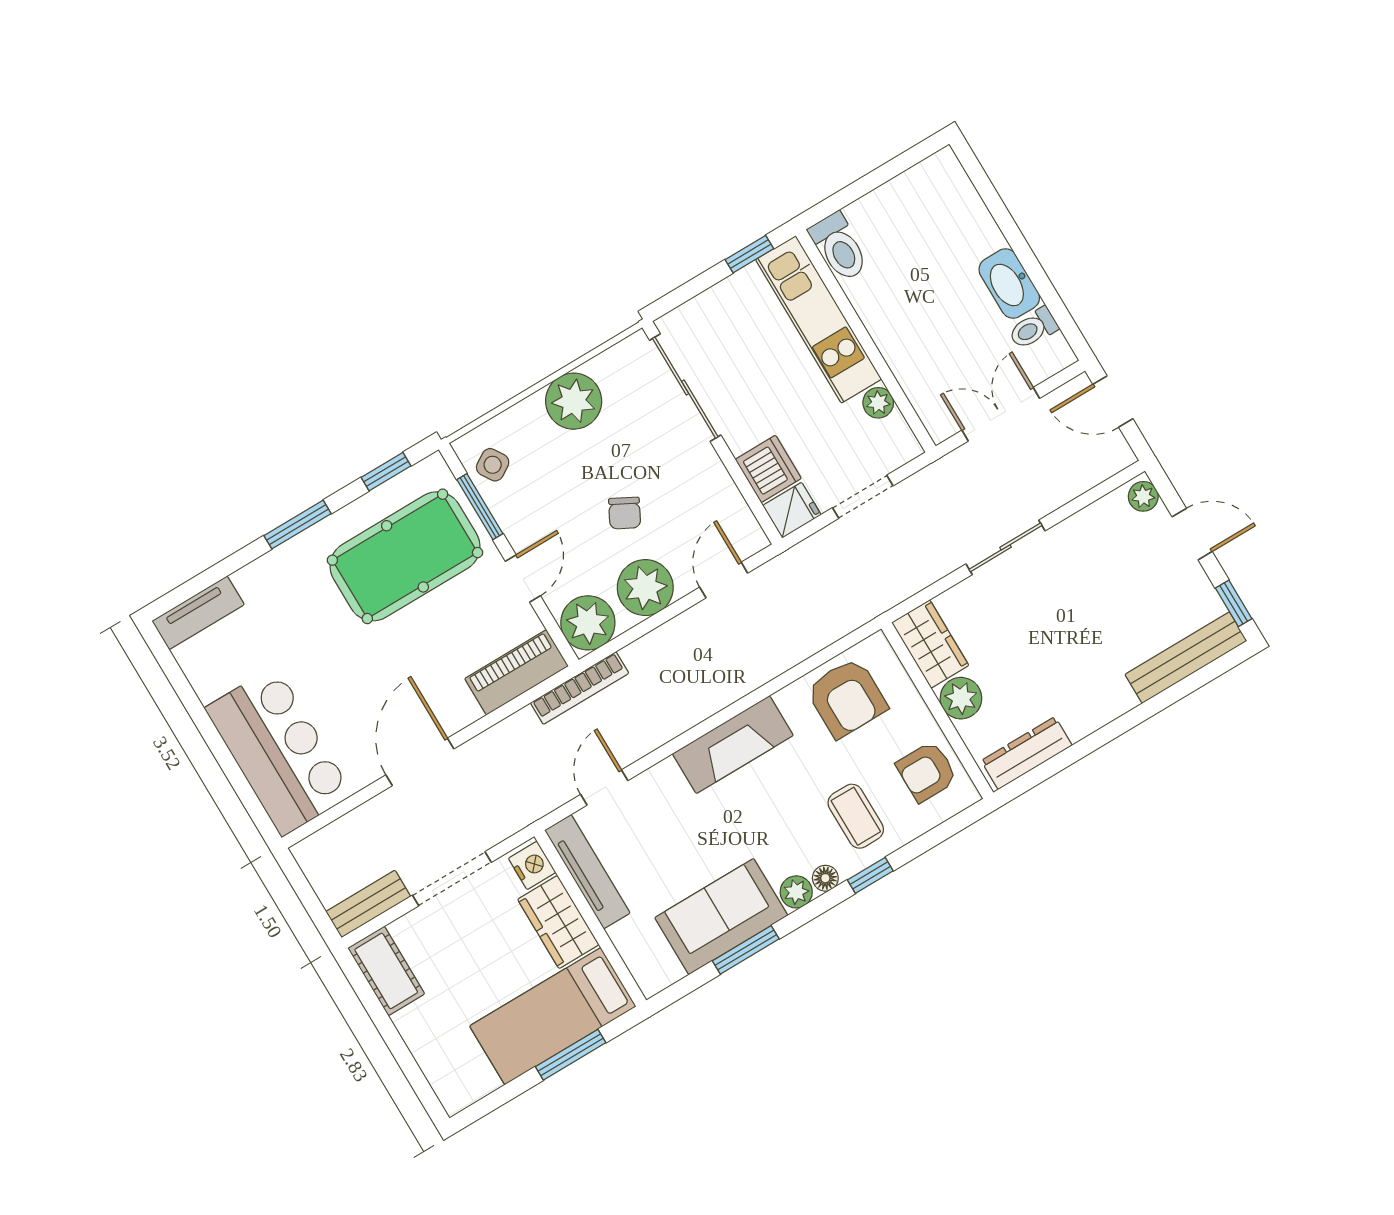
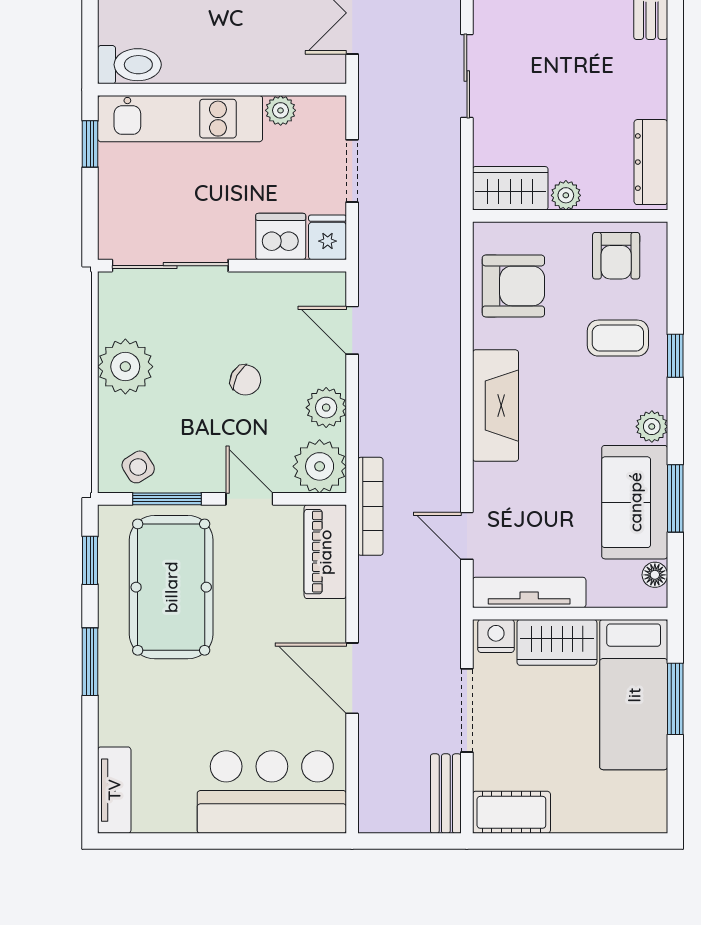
plant: (645, 588) -> (326, 408), width x0.73, depth x0.73
plant: (961, 698) -> (566, 195), width x0.73, depth x0.73
floor lamp: (825, 878) -> (655, 575), moved

